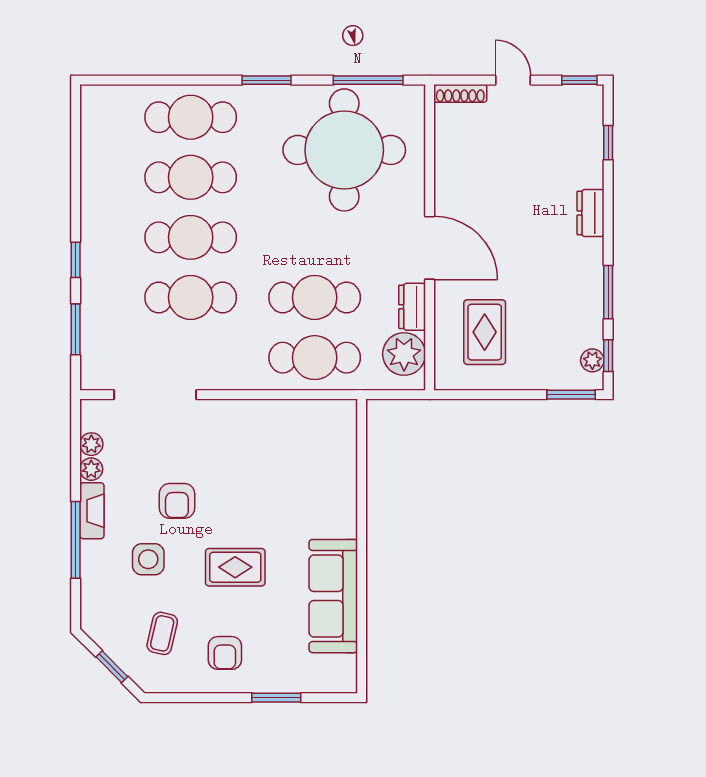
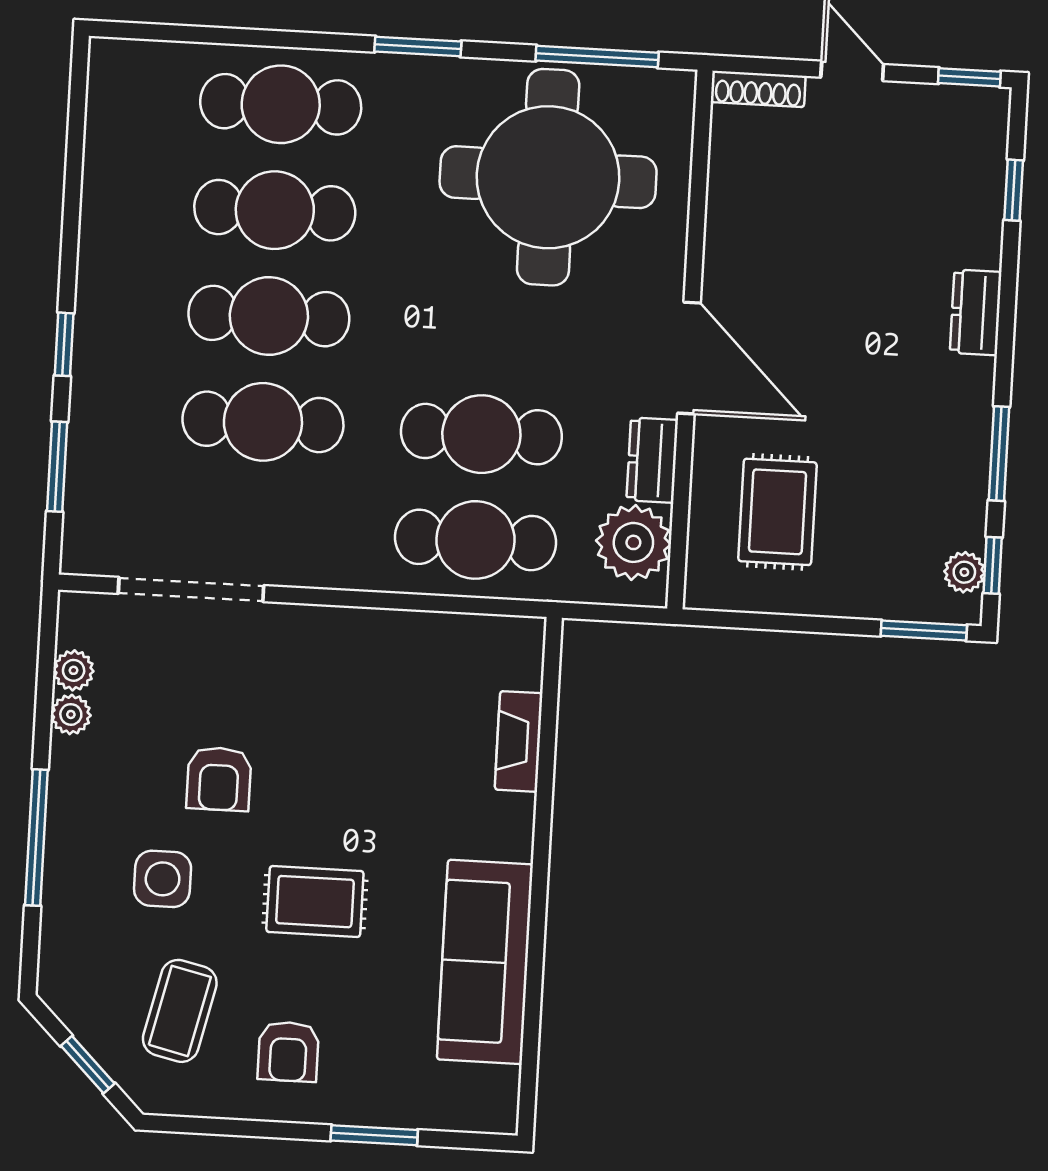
fireplace: (92, 511) -> (519, 741), moved, turned 180
coffee table: (162, 633) -> (180, 1011), width x1.36, depth x1.30

